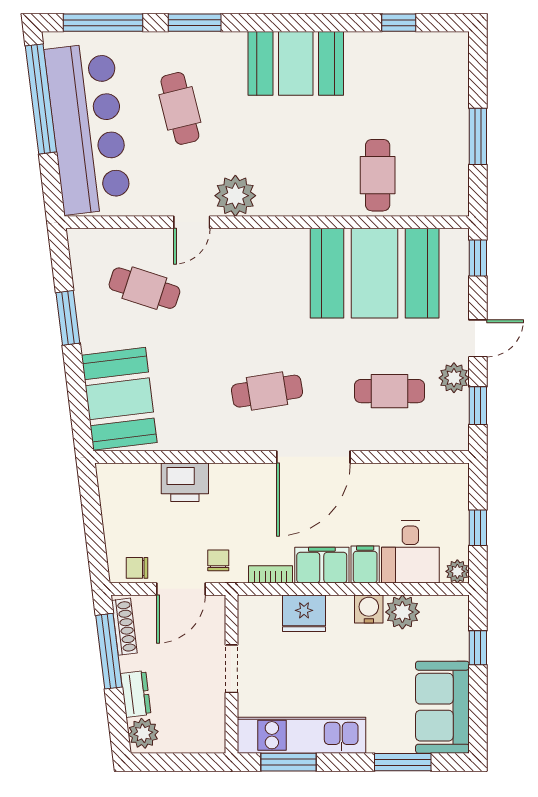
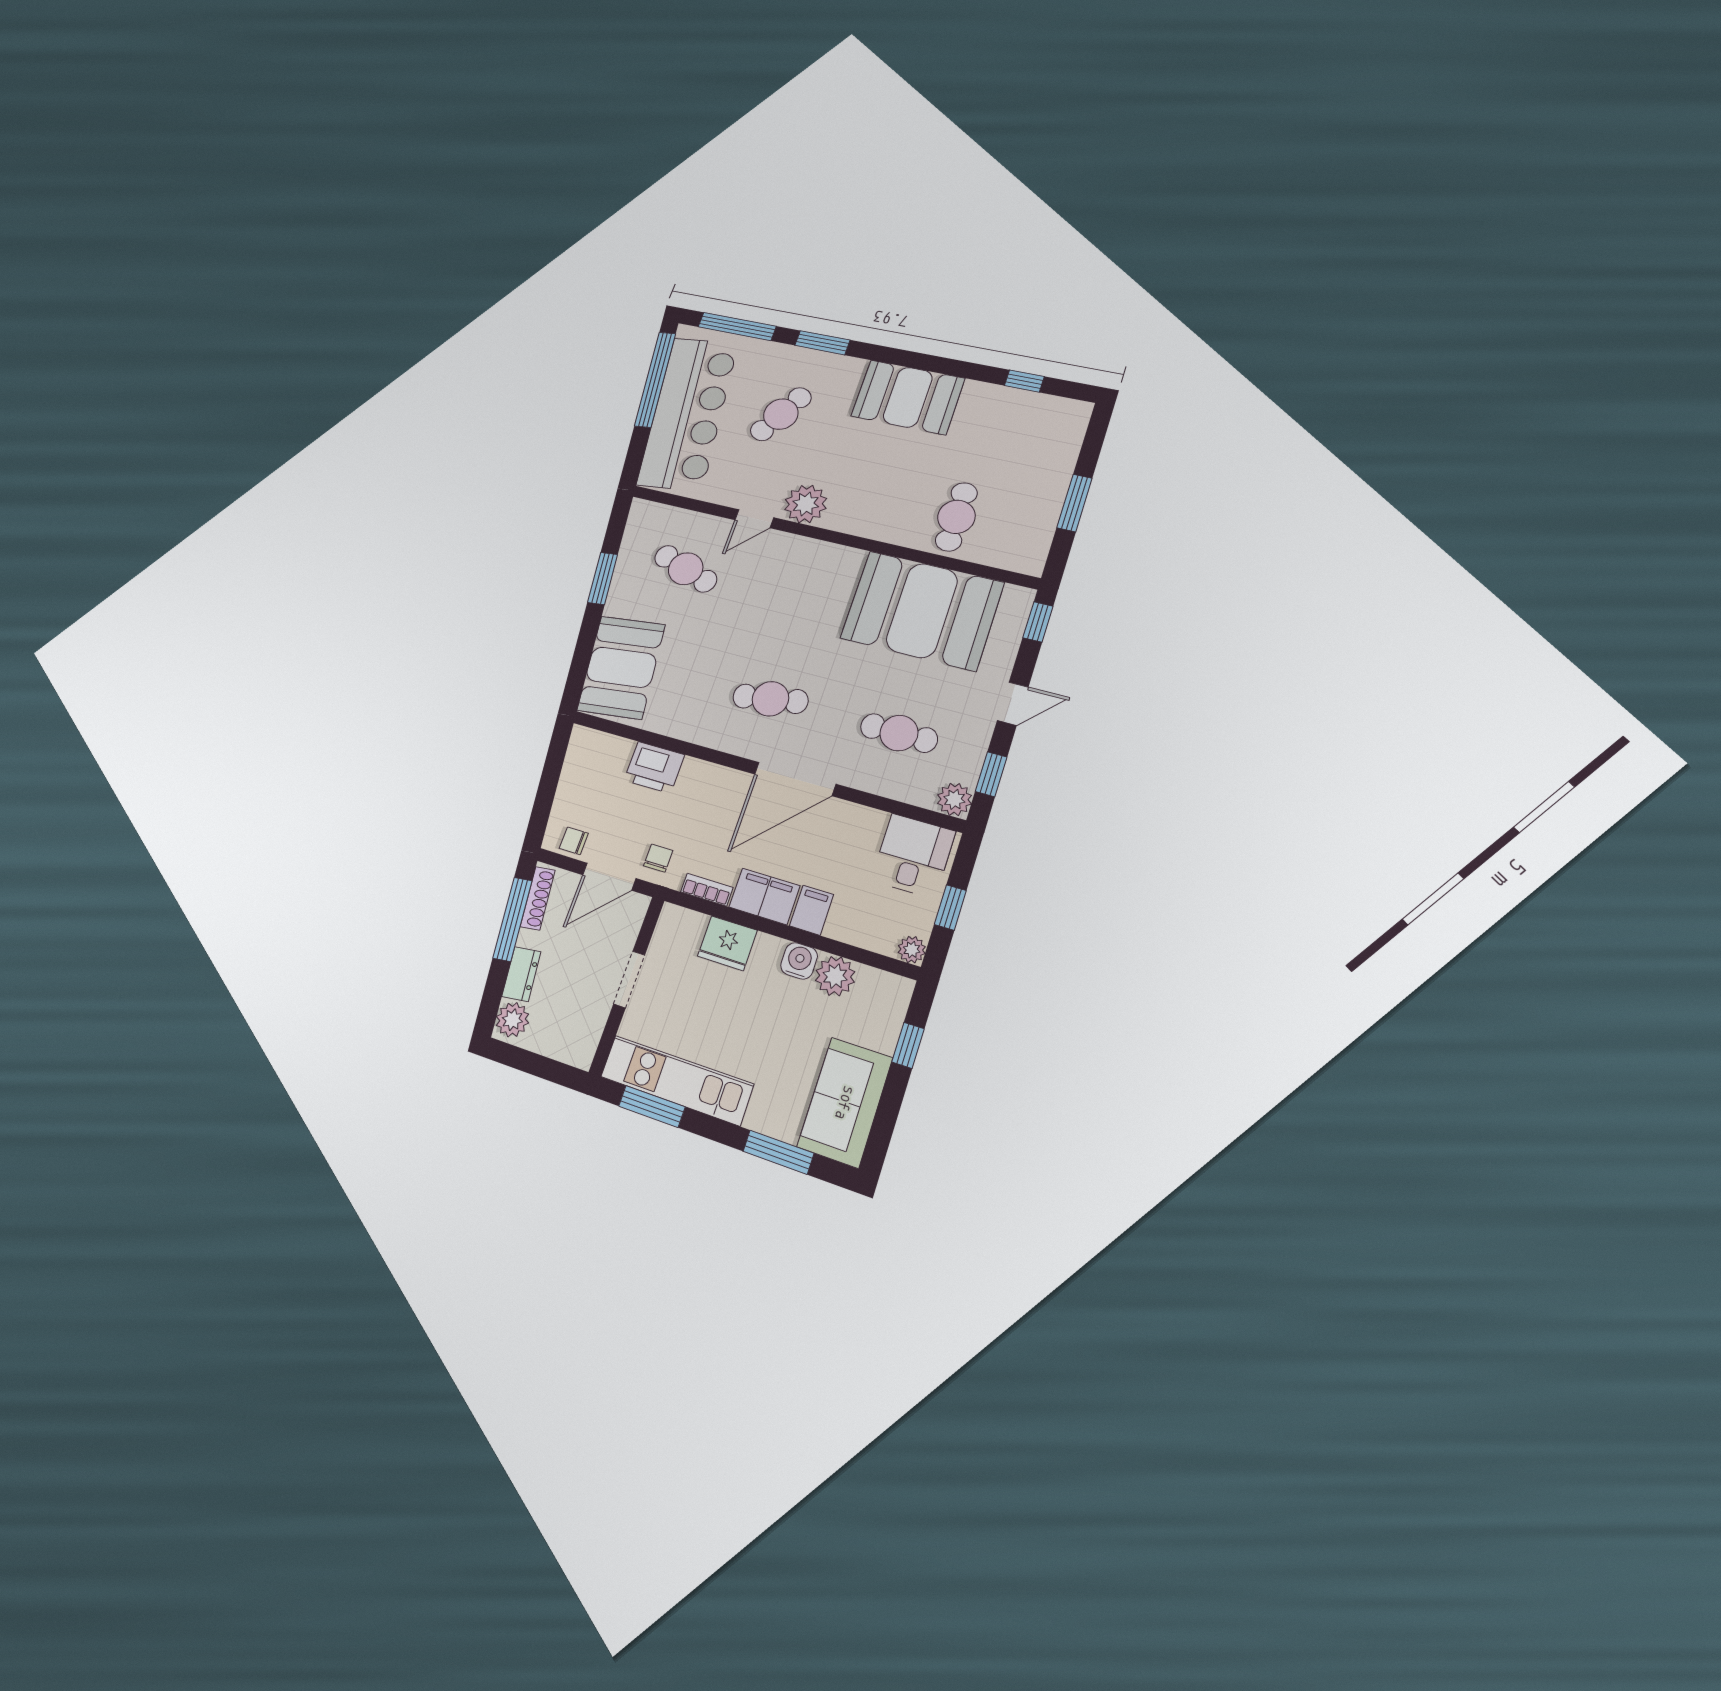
cafe table: (180, 108) -> (781, 414), turned 44
plant: (454, 378) -> (954, 799), moved
desk: (410, 552) -> (913, 856), moved, turned 180

